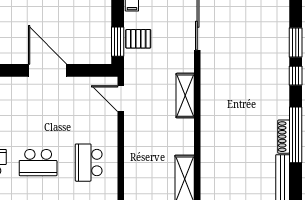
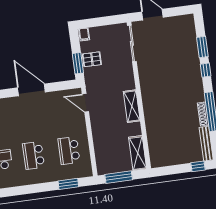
shelving: (185, 96) -> (132, 106), moved
school desk: (38, 163) -> (34, 155), turned 90

